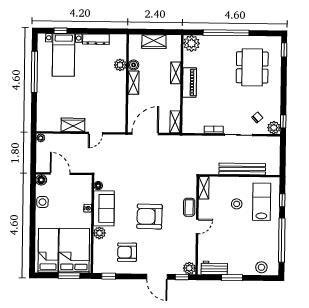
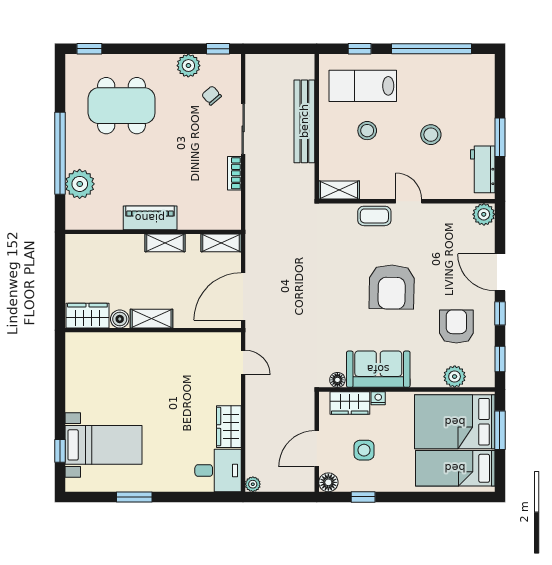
dresser: (96, 39) -> (74, 387), removed
wardrobe: (154, 42) -> (87, 316), moved, turned -90
plant: (192, 43) -> (80, 184), moved
plant: (120, 65) -> (120, 343), removed
window: (34, 72) -> (134, 497), width x0.47
shelving: (176, 73) -> (165, 243), moved
desk: (49, 119) -> (218, 471), added
plant: (274, 128) -> (188, 66), moved
door: (95, 133) -> (243, 363), moved
door: (145, 134) -> (243, 297), hinge flipped
wardrobe: (85, 192) -> (350, 403), added
window: (33, 199) -> (363, 497), added
side table: (42, 202) -> (364, 450), moved
plant: (99, 233) -> (455, 377), moved
armchair: (127, 252) -> (456, 326), turned 180
stool: (261, 267) -> (431, 135), moved
door: (157, 277) -> (500, 272), swing flipped
window: (182, 277) -> (500, 313), moved

